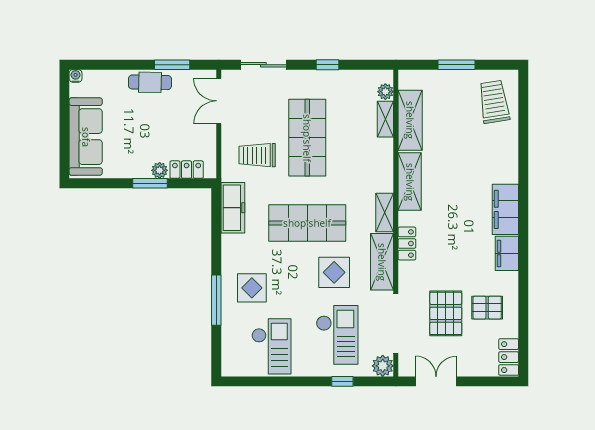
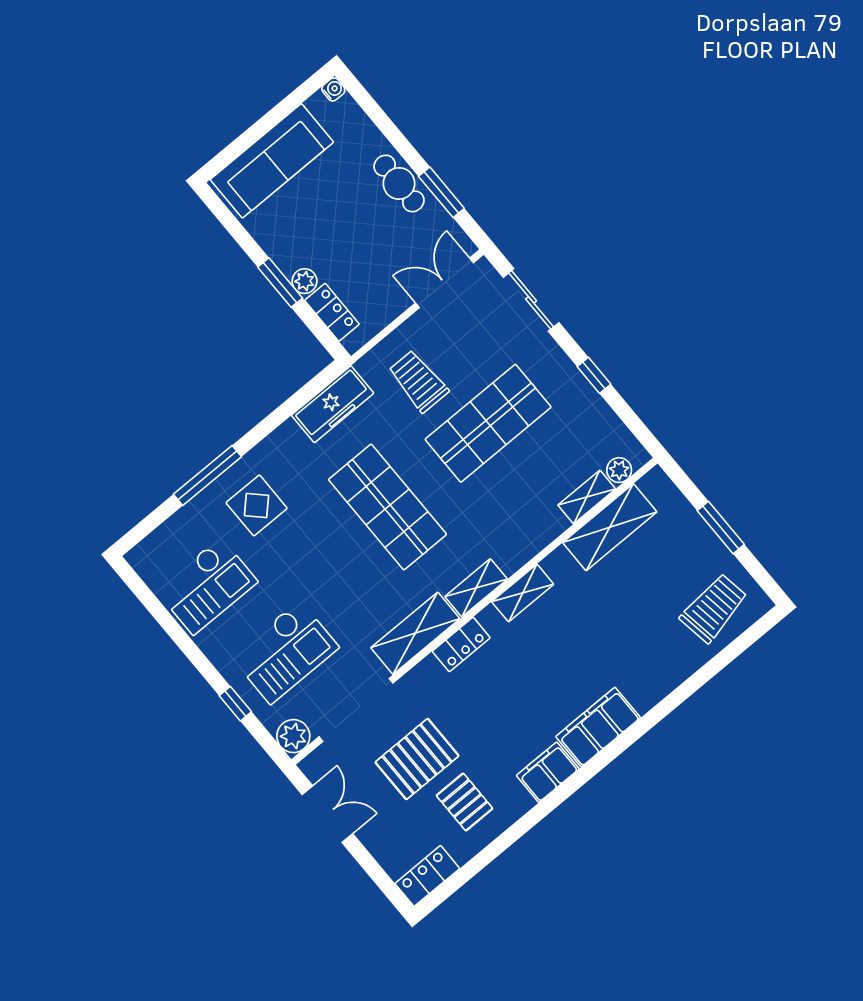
shelving: (410, 182) -> (523, 593), width x0.67, depth x0.75
display table: (334, 272) -> (356, 587), removed

